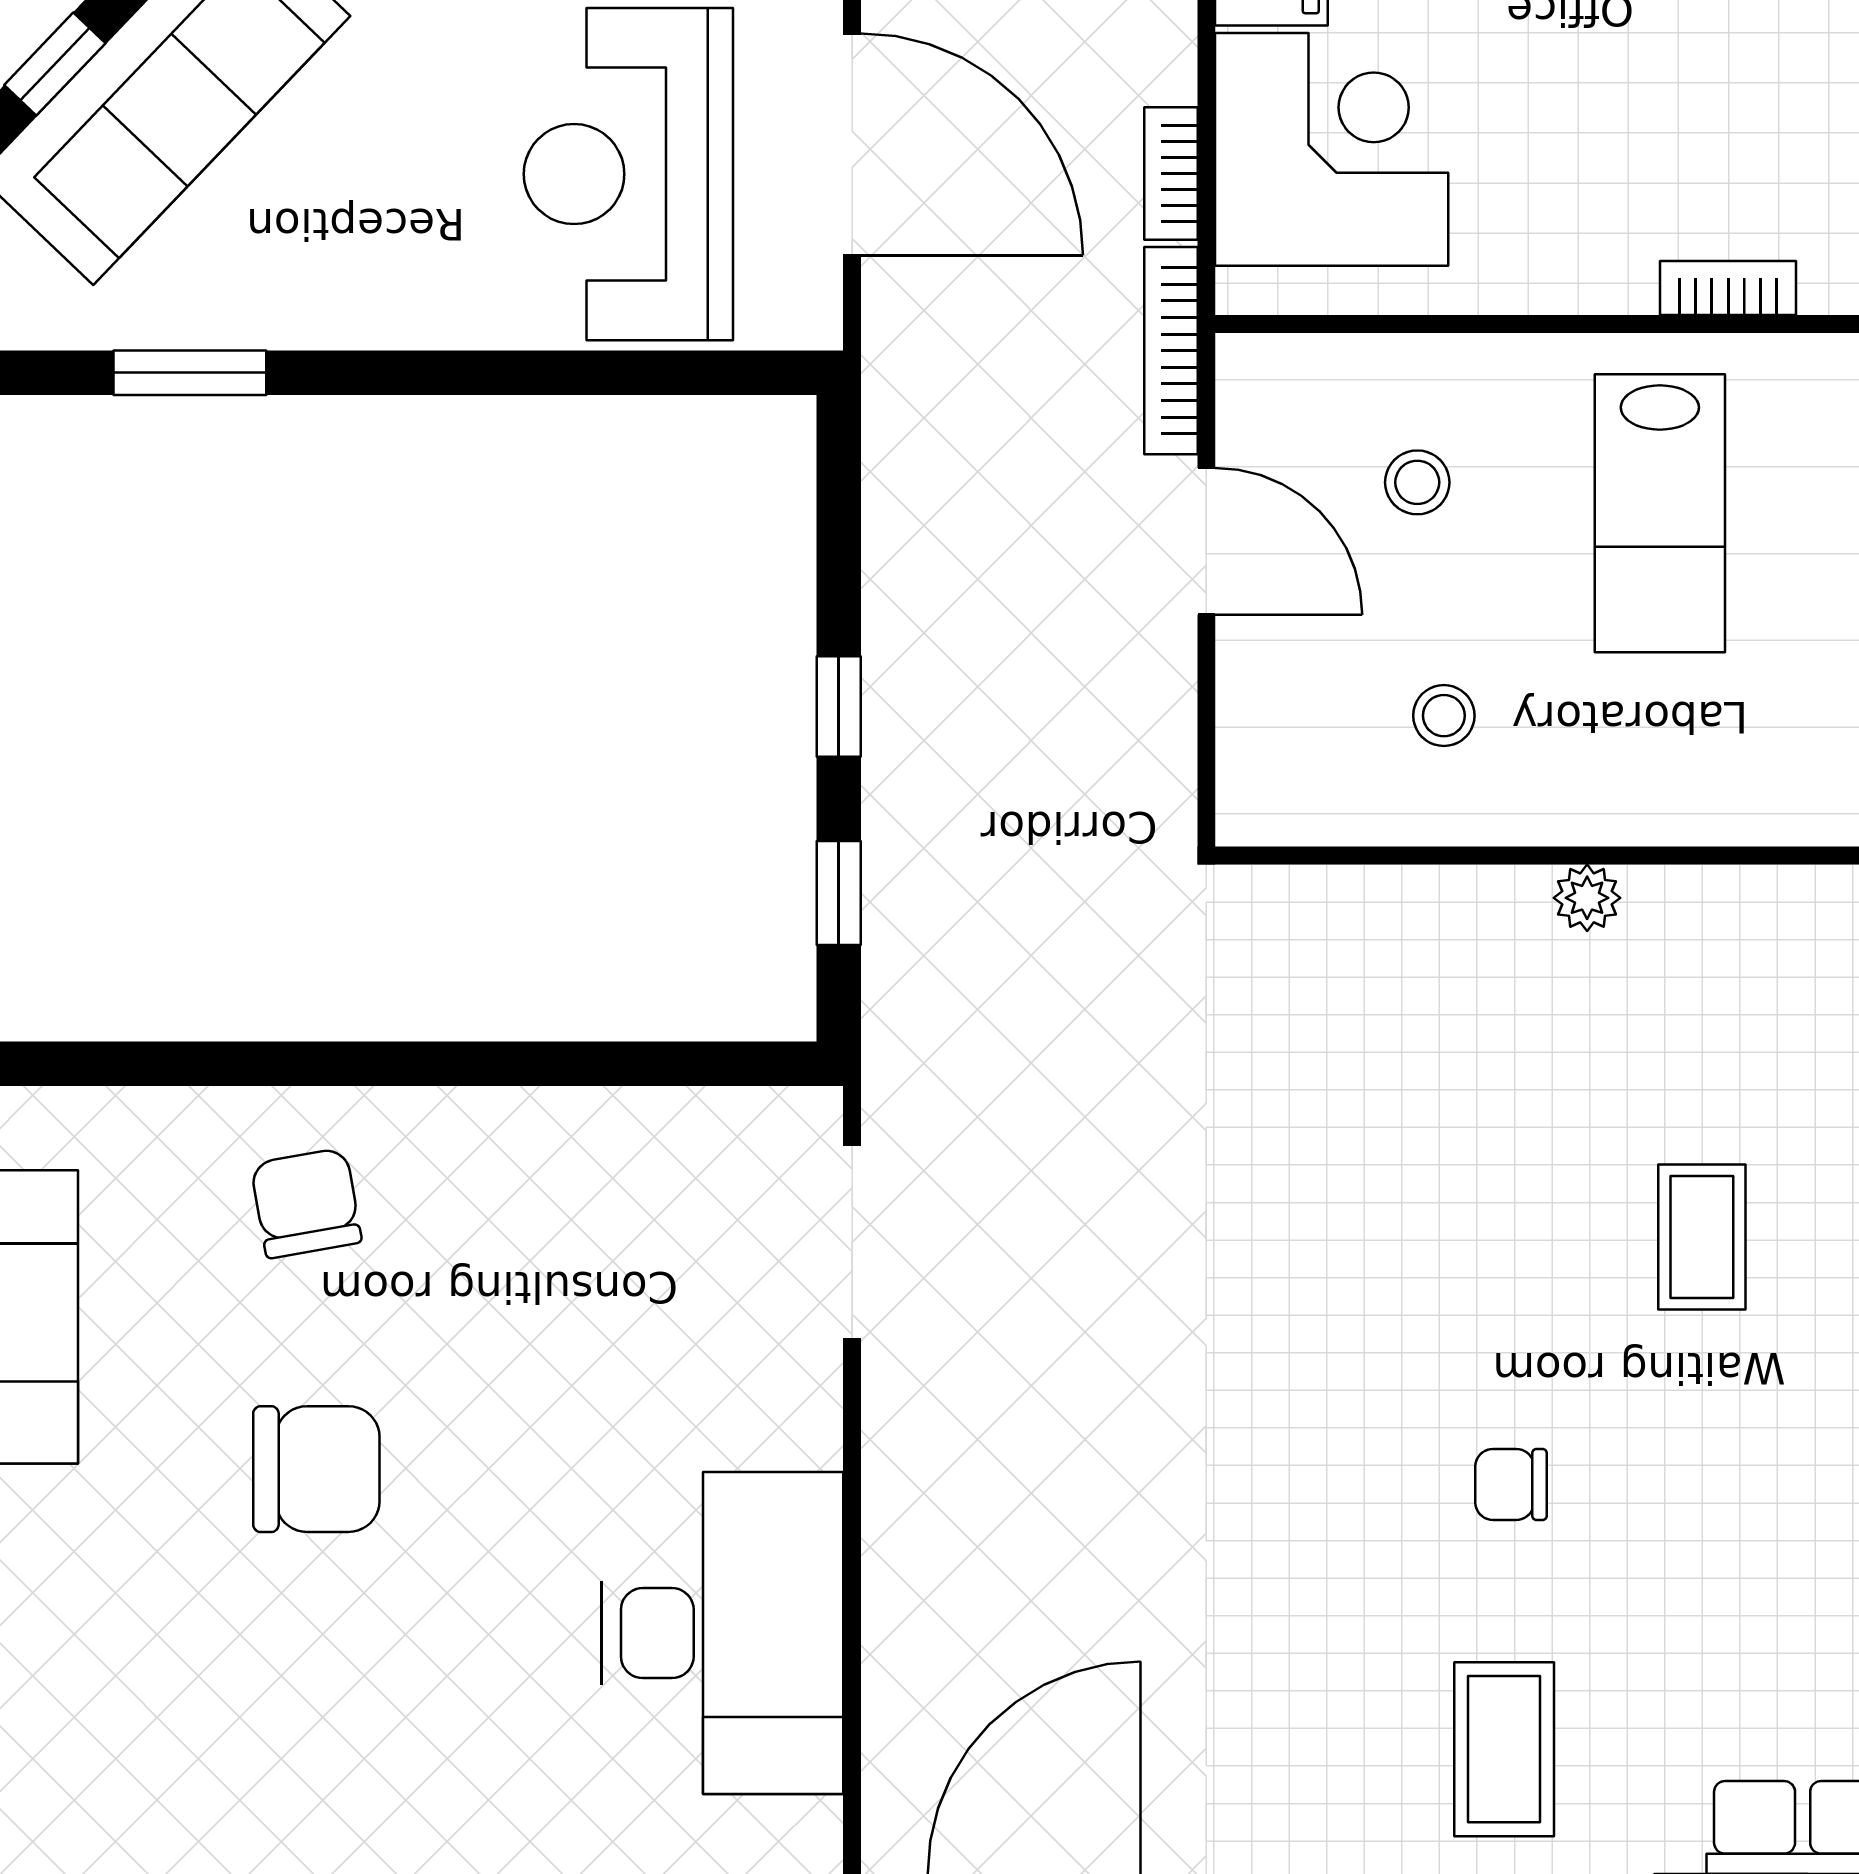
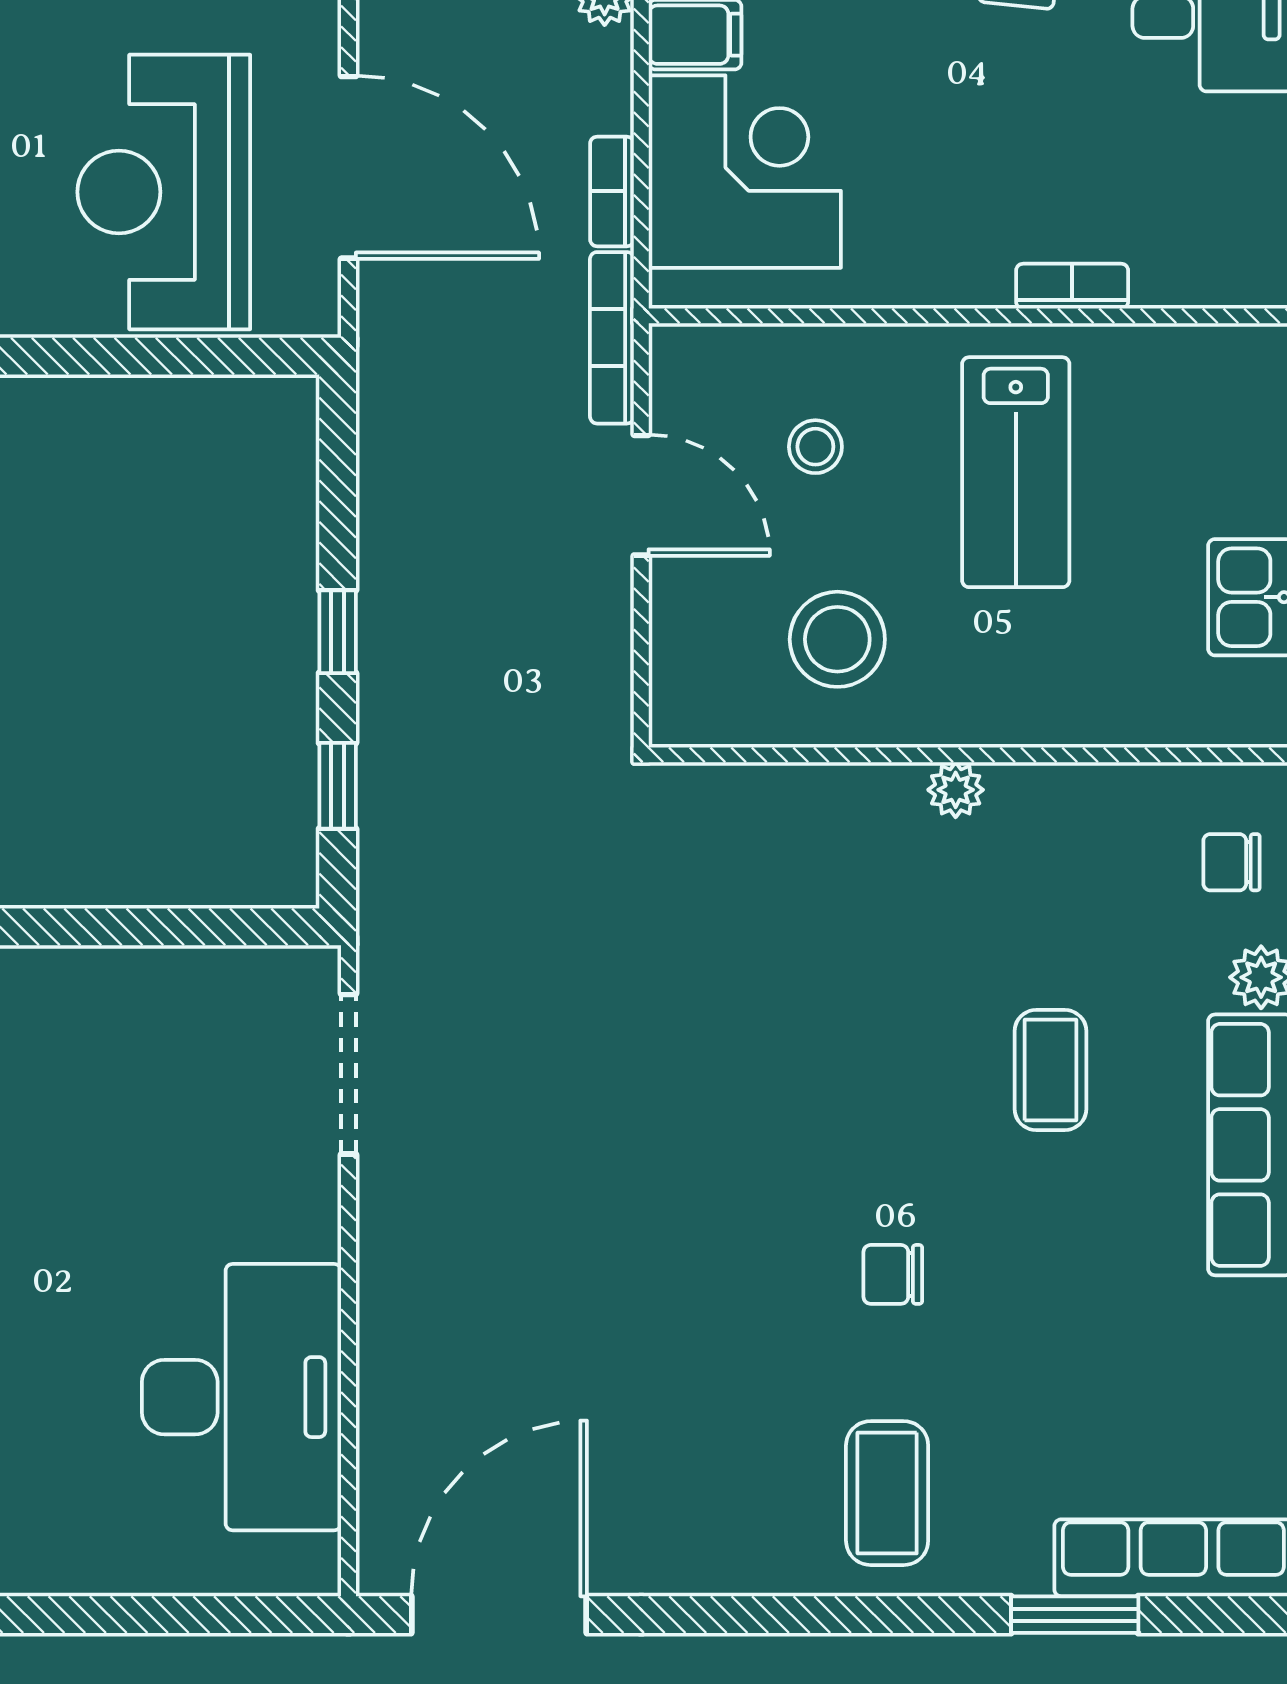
stool: (1444, 716) -> (837, 639), width x1.89, depth x1.89

